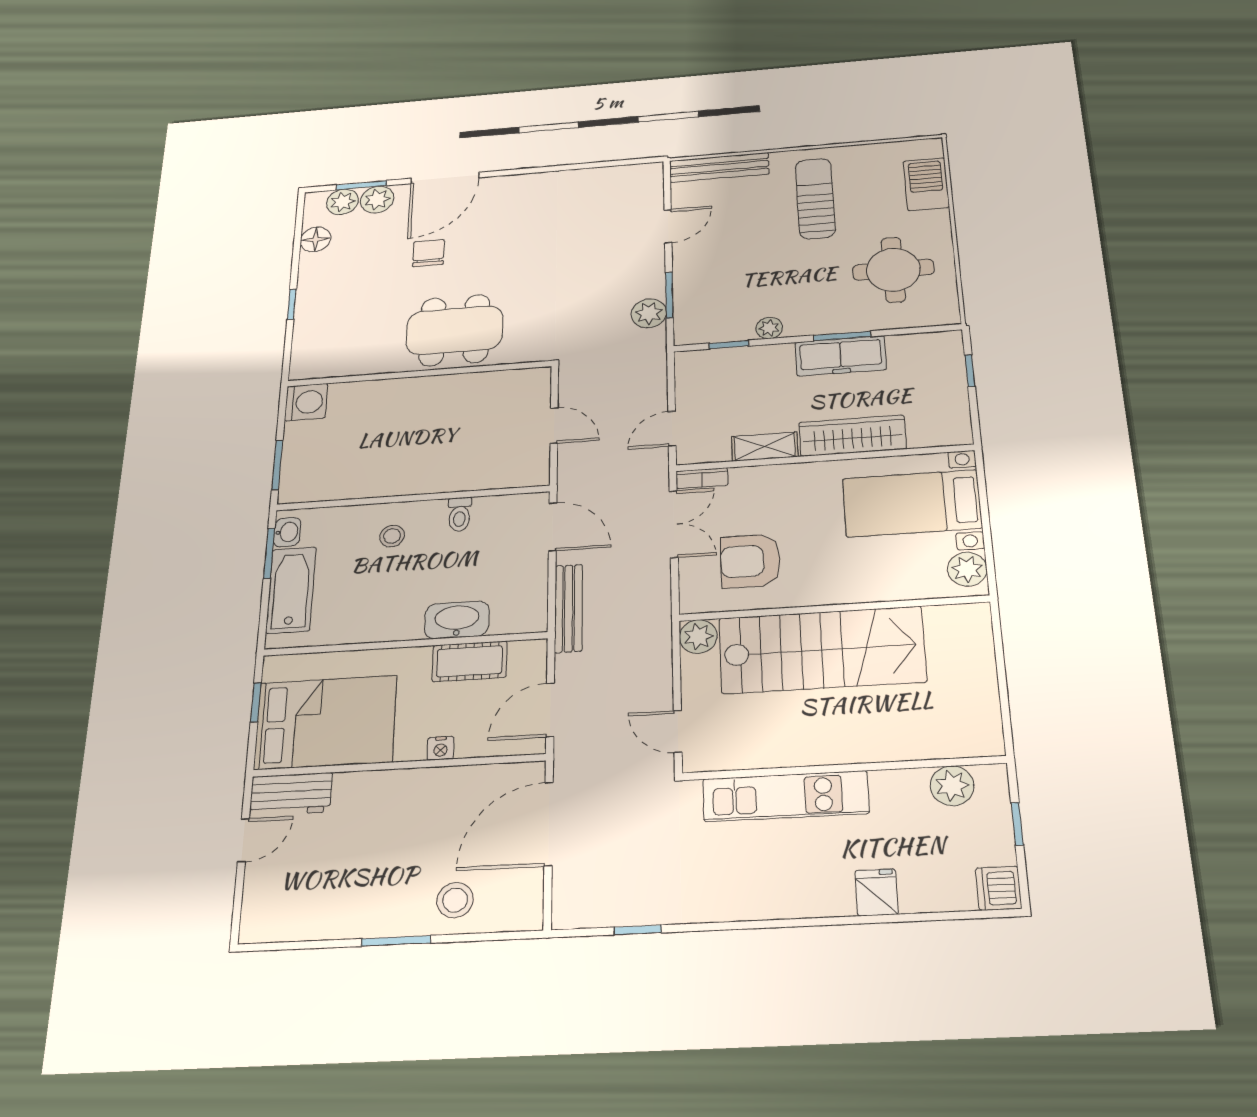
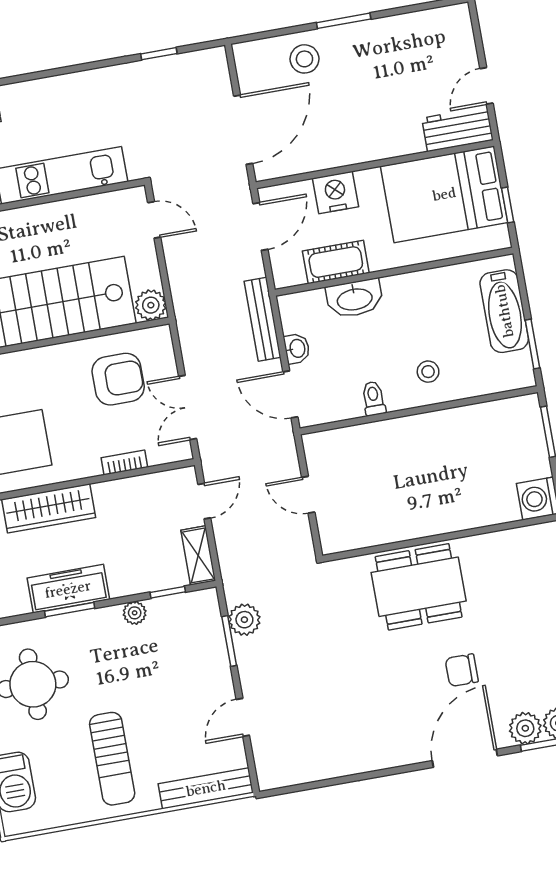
chair: (428, 253) -> (462, 670), turned 90
shelving: (765, 447) -> (198, 555), moved, turned 90
bookcase: (702, 478) -> (124, 463), moved
washbasin: (287, 532) -> (297, 349), moved, turned 180
nightstand: (441, 748) -> (335, 192), width x1.89, depth x1.79

